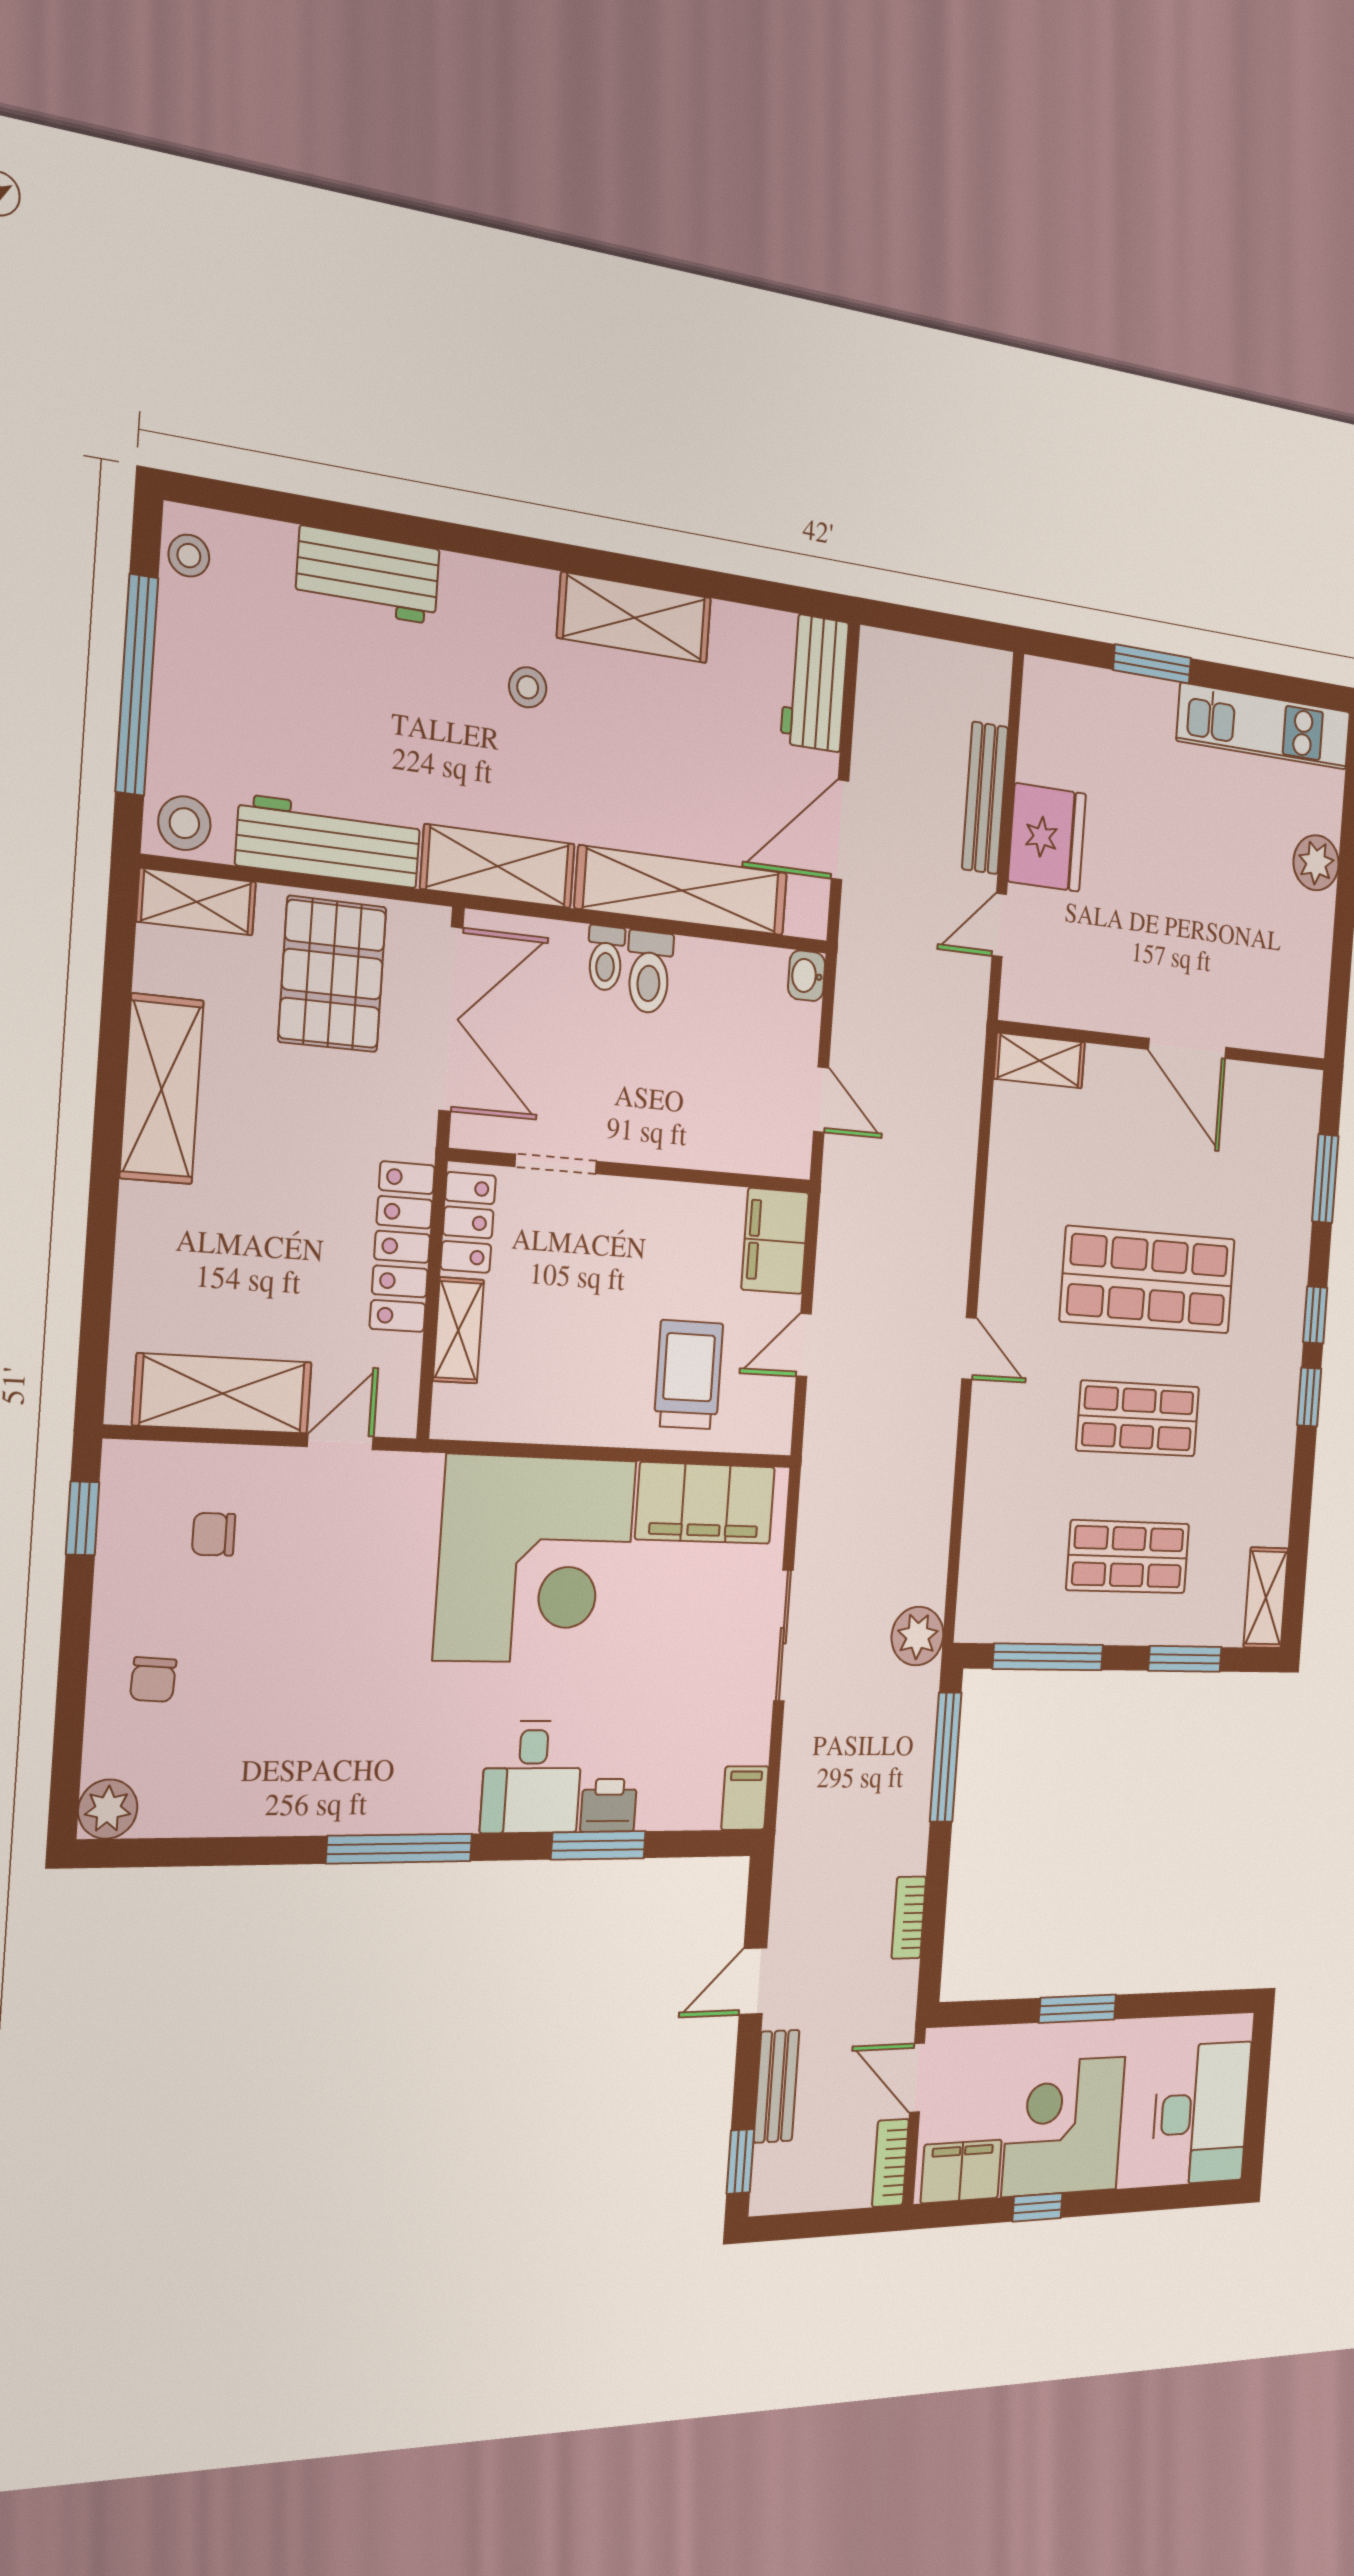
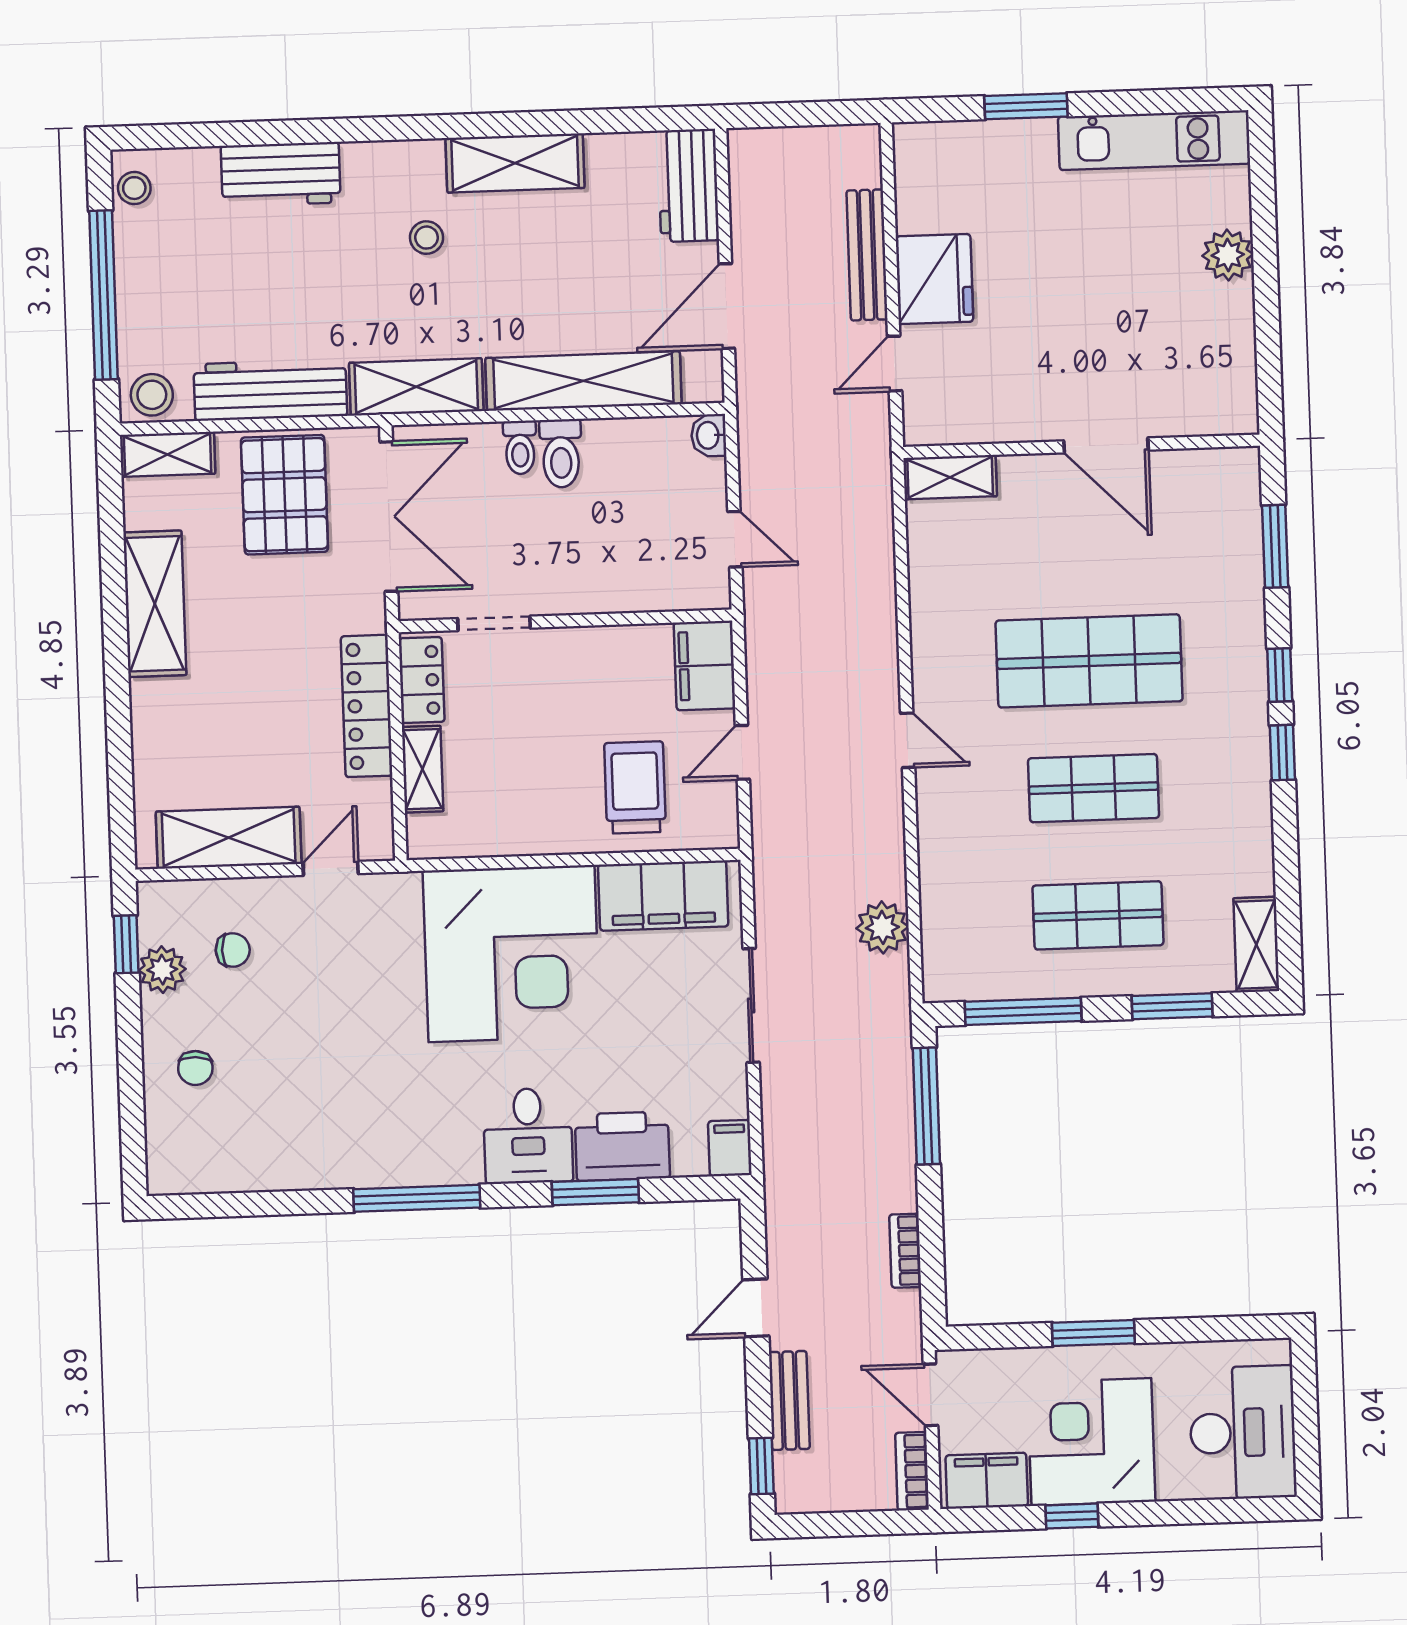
chair: (214, 1534) -> (233, 950), turned 180
plant: (918, 1636) -> (882, 927), moved
printer: (609, 1805) -> (622, 1146), width x1.87, depth x1.48
plant: (108, 1809) -> (162, 970), moved

